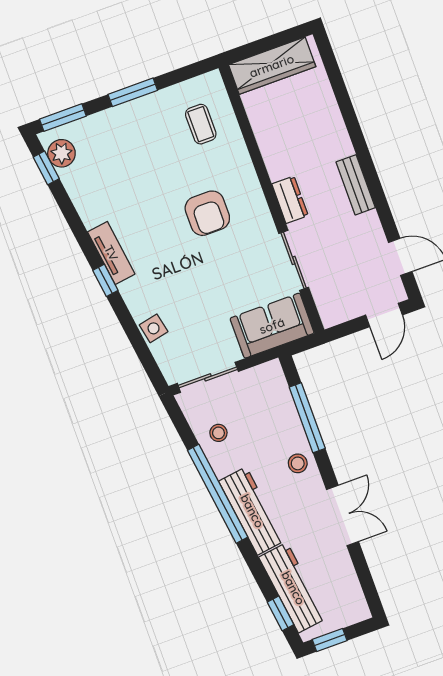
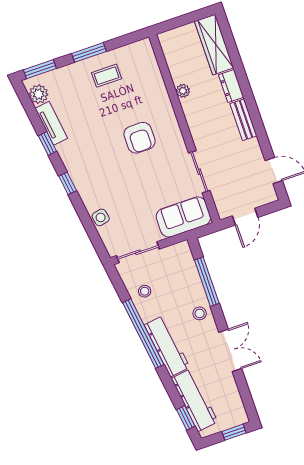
wardrobe: (272, 66) -> (214, 45), moved, turned 90
coffee table: (201, 124) -> (106, 76), moved, turned 90
plant: (268, 145) -> (183, 91), added
window: (46, 168) -> (47, 143), moved
dresser: (290, 200) -> (231, 86), moved, turned 180
tv unit: (111, 253) -> (51, 123), moved
door: (384, 315) -> (245, 217), moved
window: (330, 640) -> (234, 432), moved

